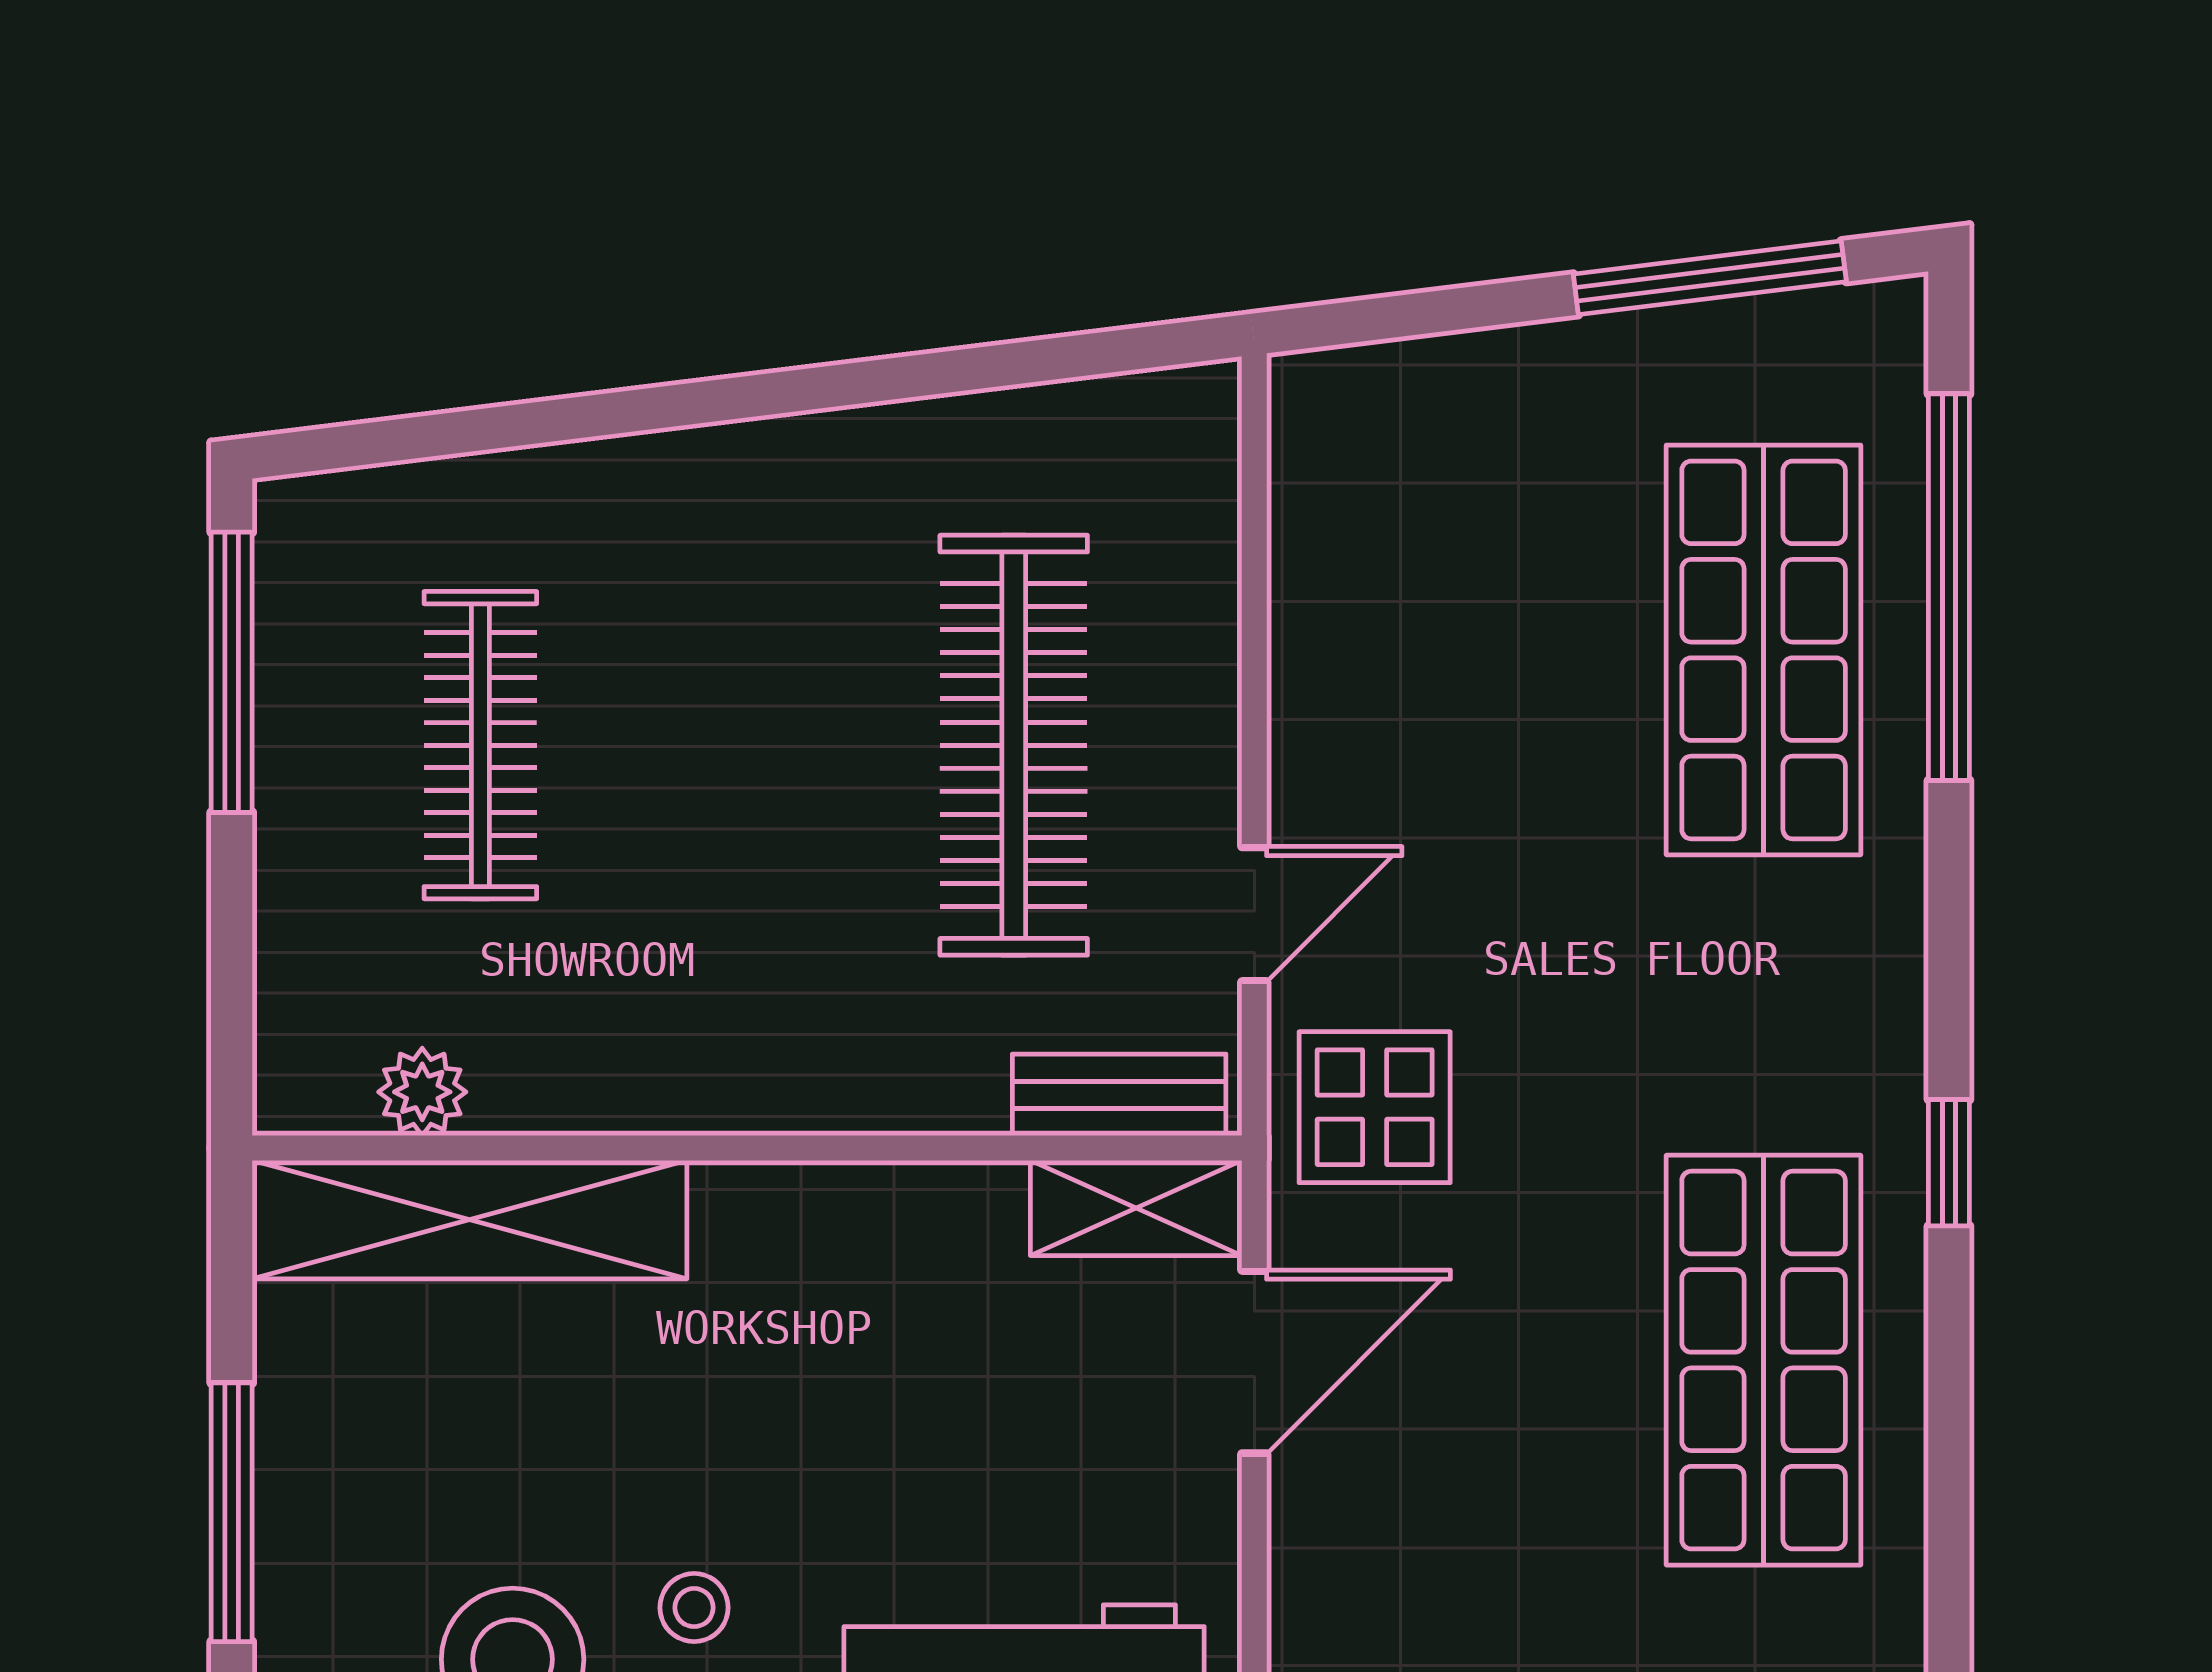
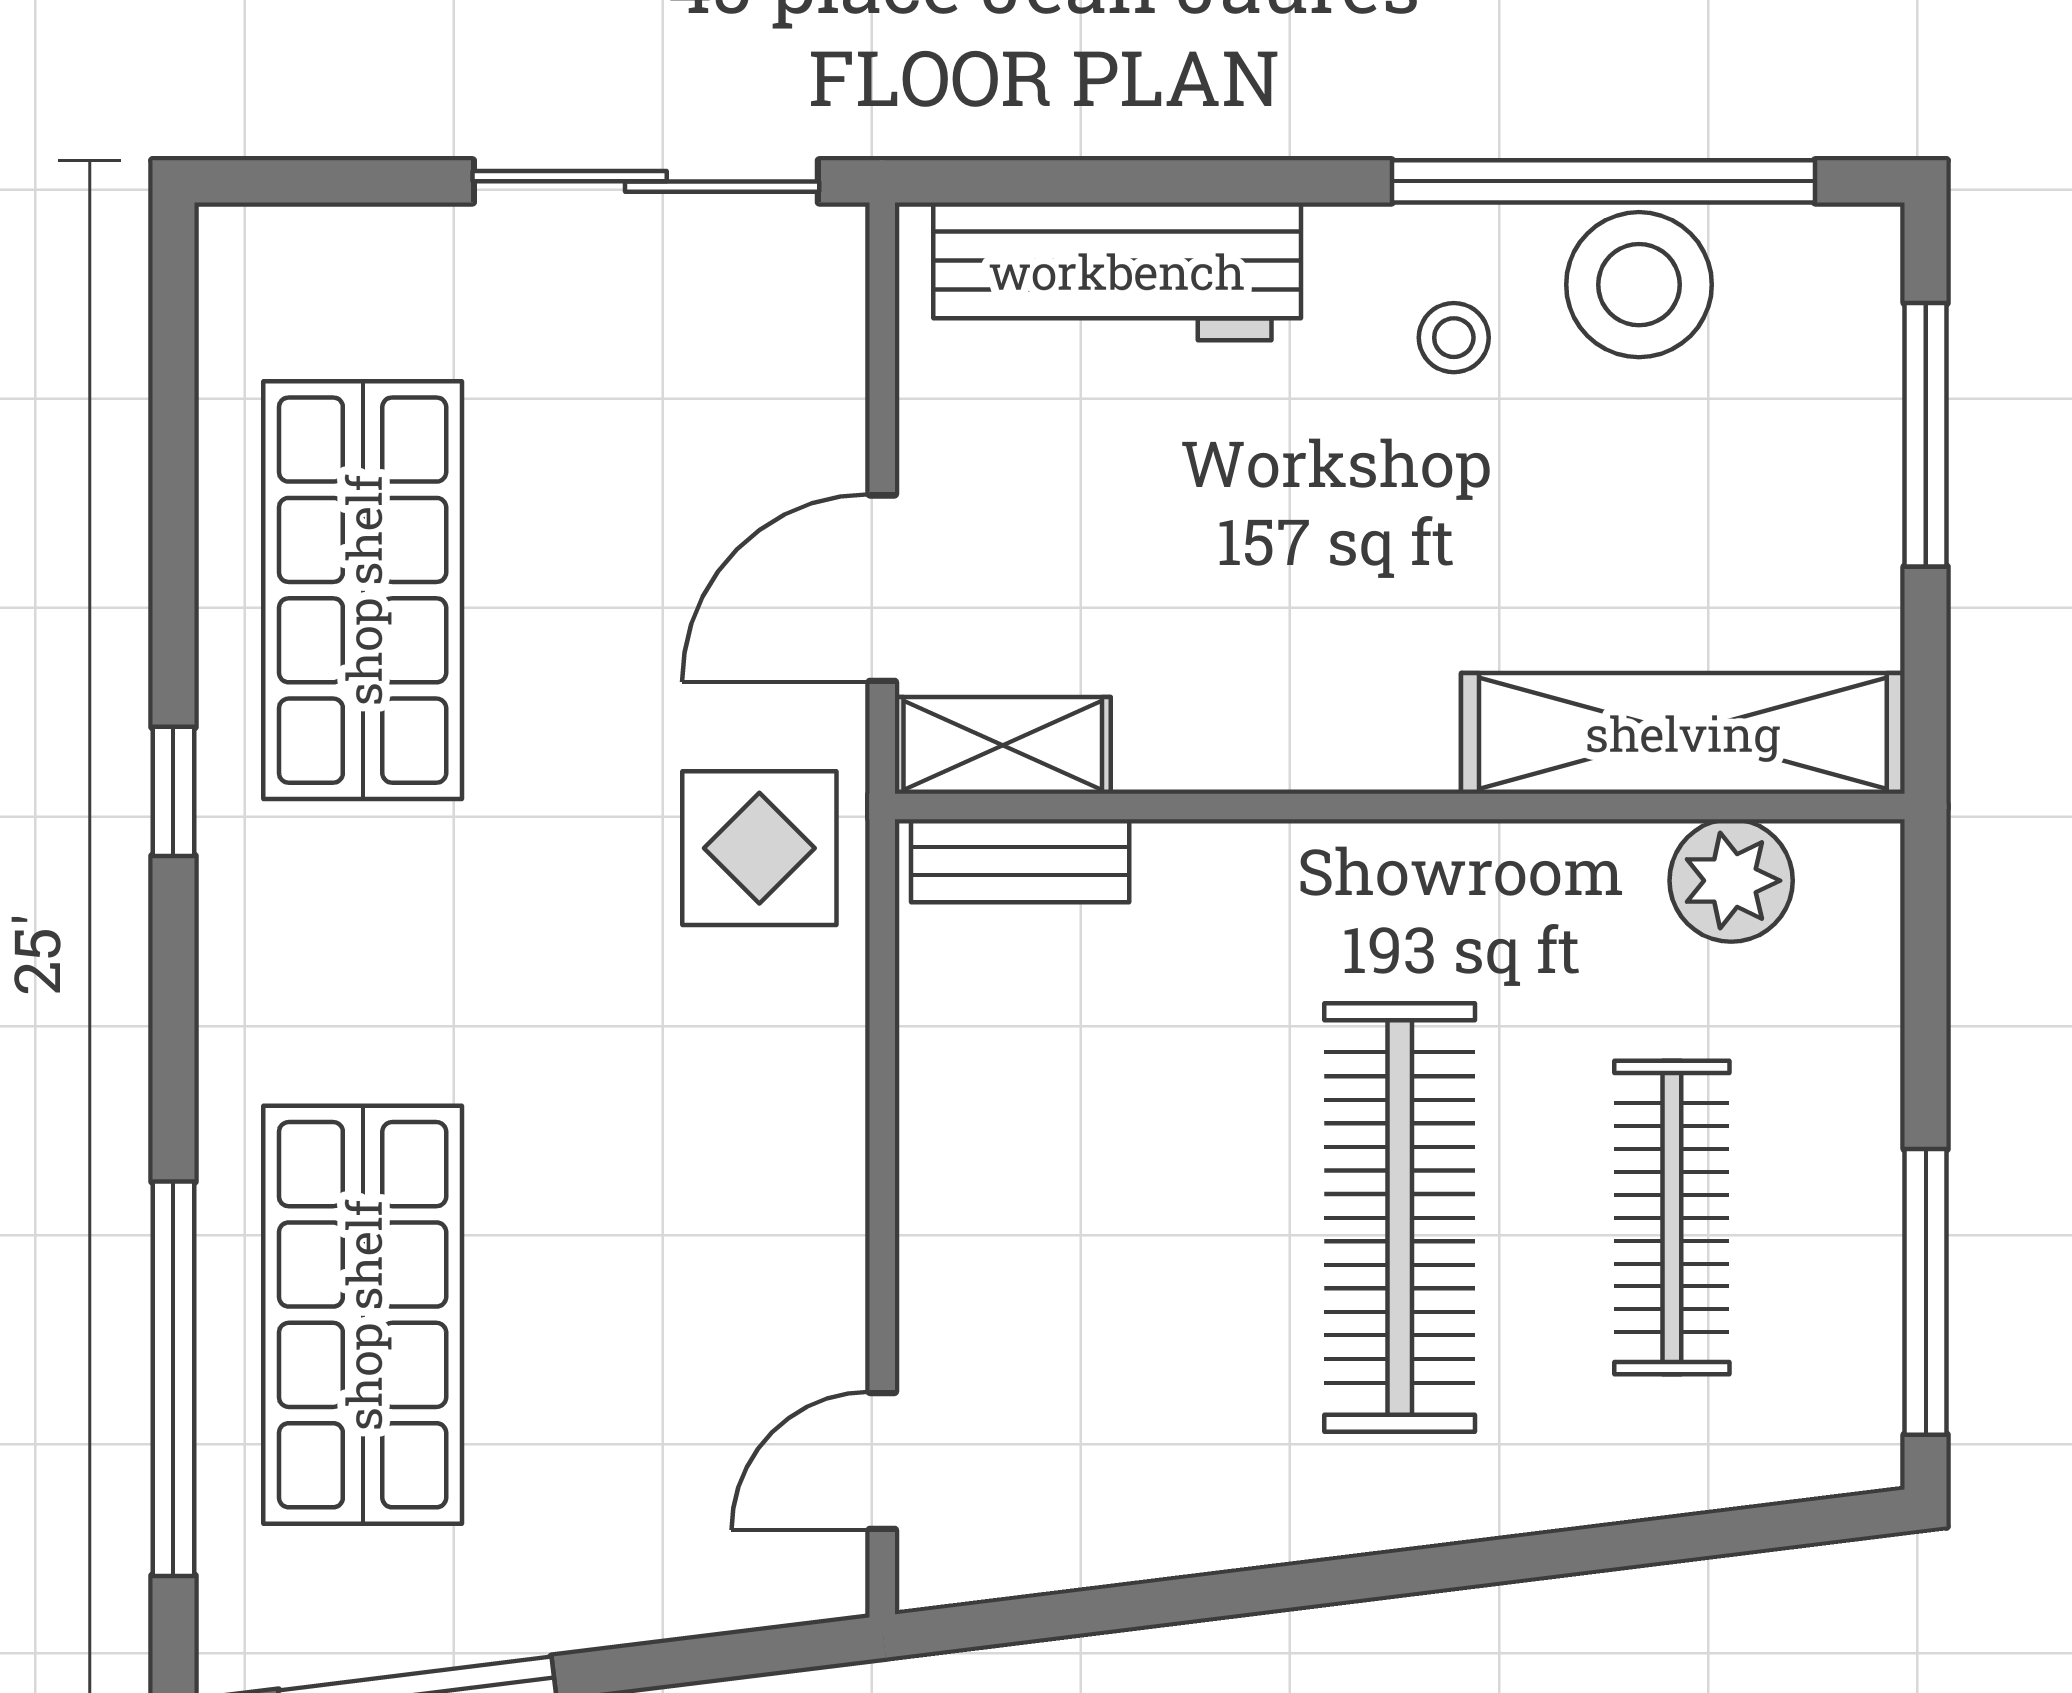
clothes rail: (1014, 745) -> (1400, 1218), moved
door: (1254, 914) -> (882, 1461), moved
plant: (422, 1092) -> (1731, 881), width x1.38, depth x1.38

